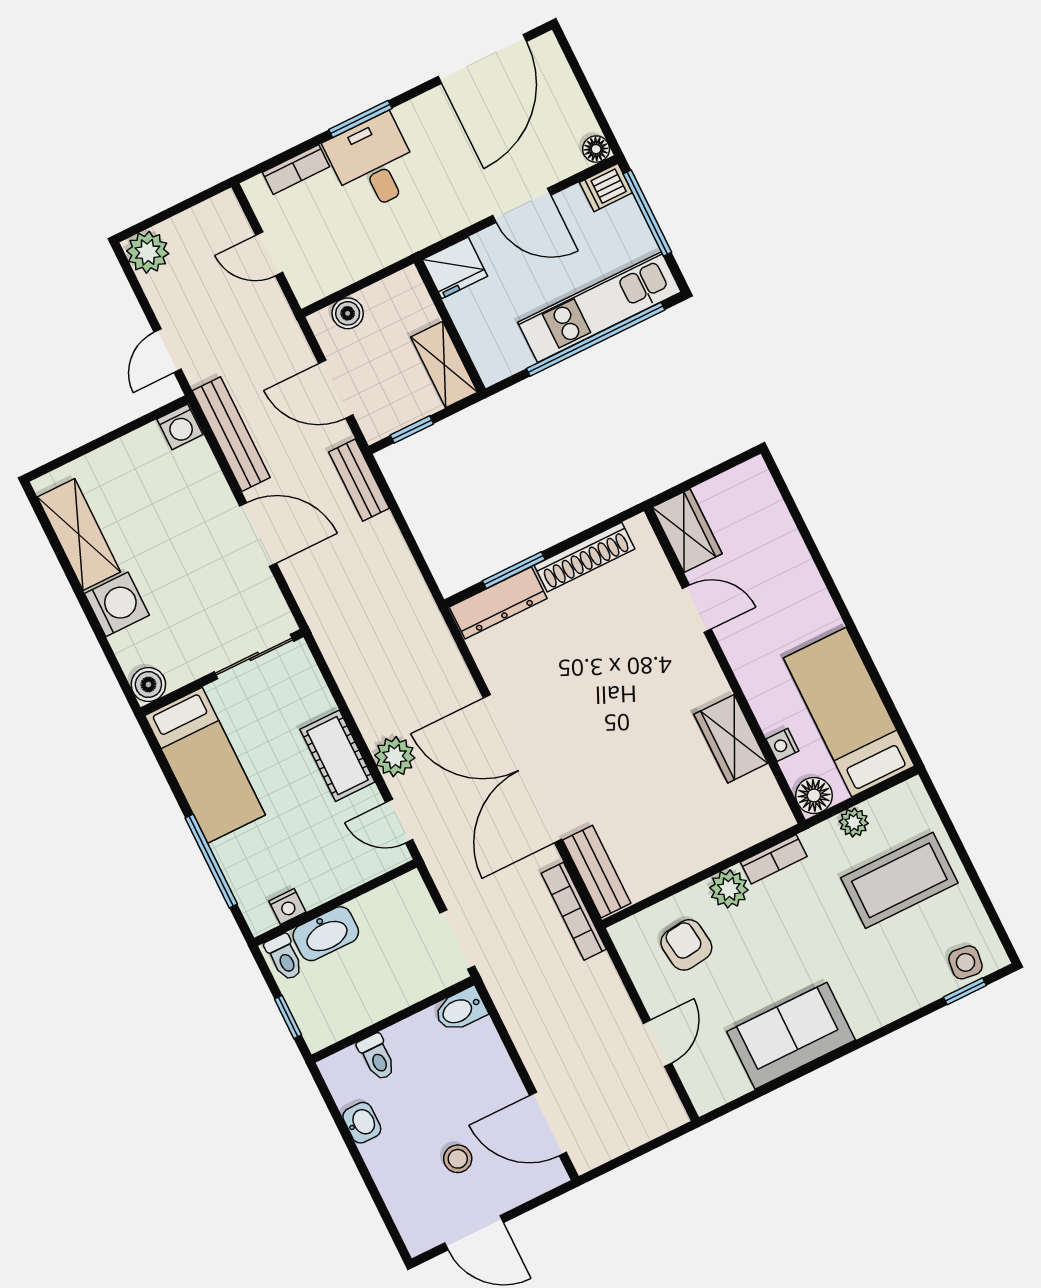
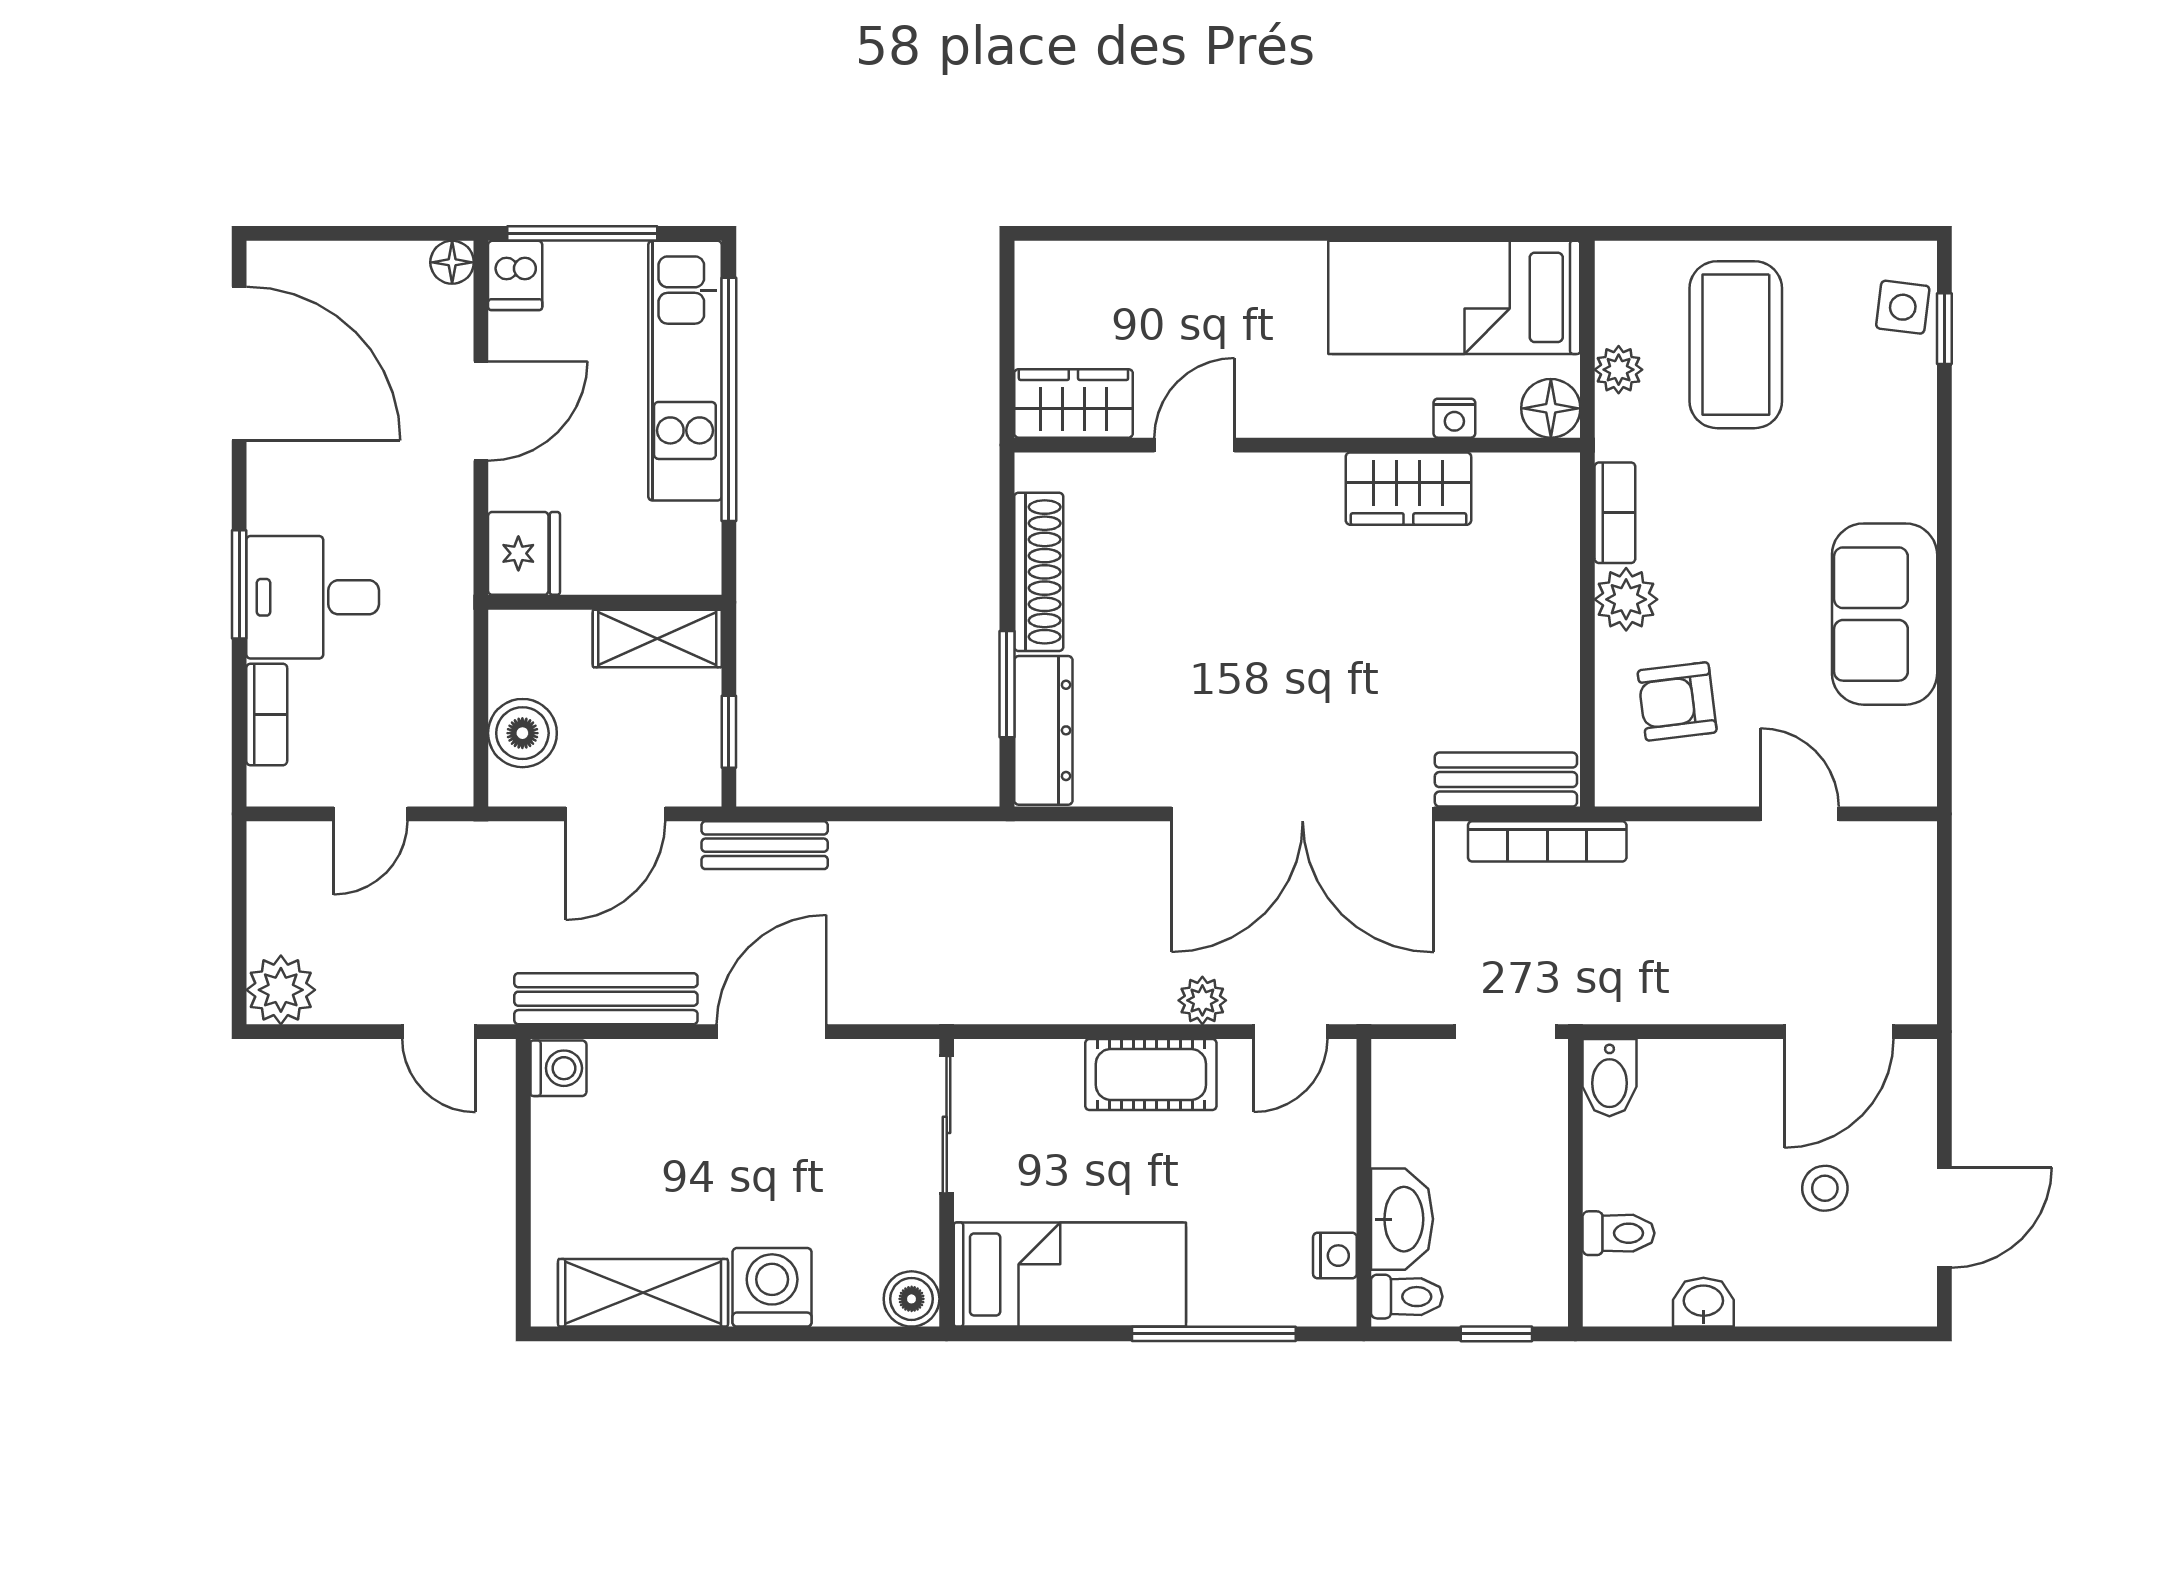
boiler: (348, 313) -> (522, 733), width x1.36, depth x1.36
plant: (395, 757) -> (1202, 1000), width x0.73, depth x0.73

